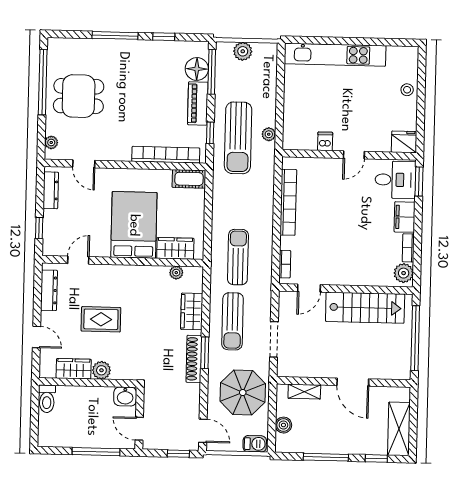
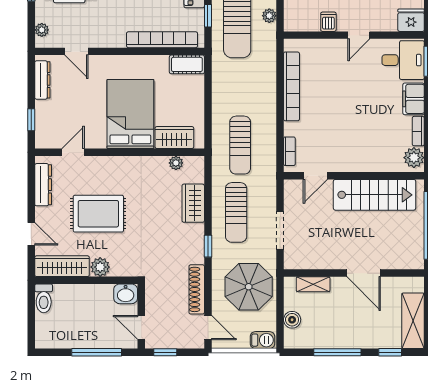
sun lounger: (238, 257) -> (240, 145), turned 180
rug: (101, 319) -> (98, 214), width x1.36, depth x1.43
window: (205, 353) -> (208, 246), width x0.67
shoe rack: (194, 359) -> (197, 289), moved
wardrobe: (74, 369) -> (62, 266), width x1.50
window: (178, 454) -> (165, 352), moved

